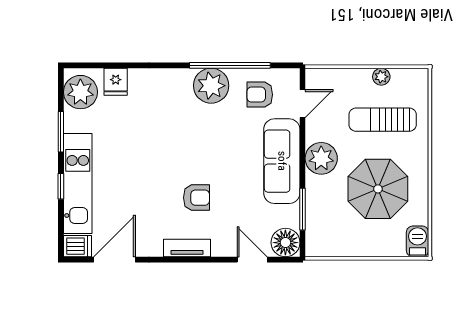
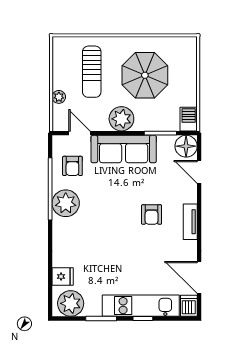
plant: (381, 77) -> (59, 97), moved
armchair: (196, 198) -> (152, 214), turned 180
barbecue: (418, 241) -> (189, 119), moved, turned 90
door: (252, 260) -> (199, 172), hinge flipped

